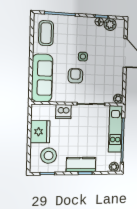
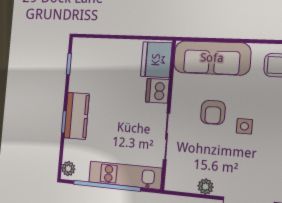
armchair: (75, 76) -> (213, 112), turned 90
plant: (118, 99) -> (206, 187), moved
fridge: (40, 132) -> (156, 60), moved, turned 90
stool: (49, 156) -> (94, 66), removed

